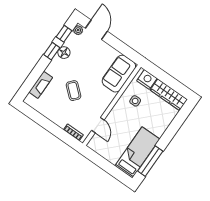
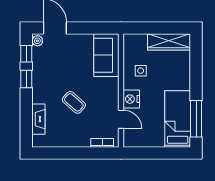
floor lamp: (64, 53) -> (39, 72), removed
nightstand: (147, 79) -> (131, 99), moved, turned -90

